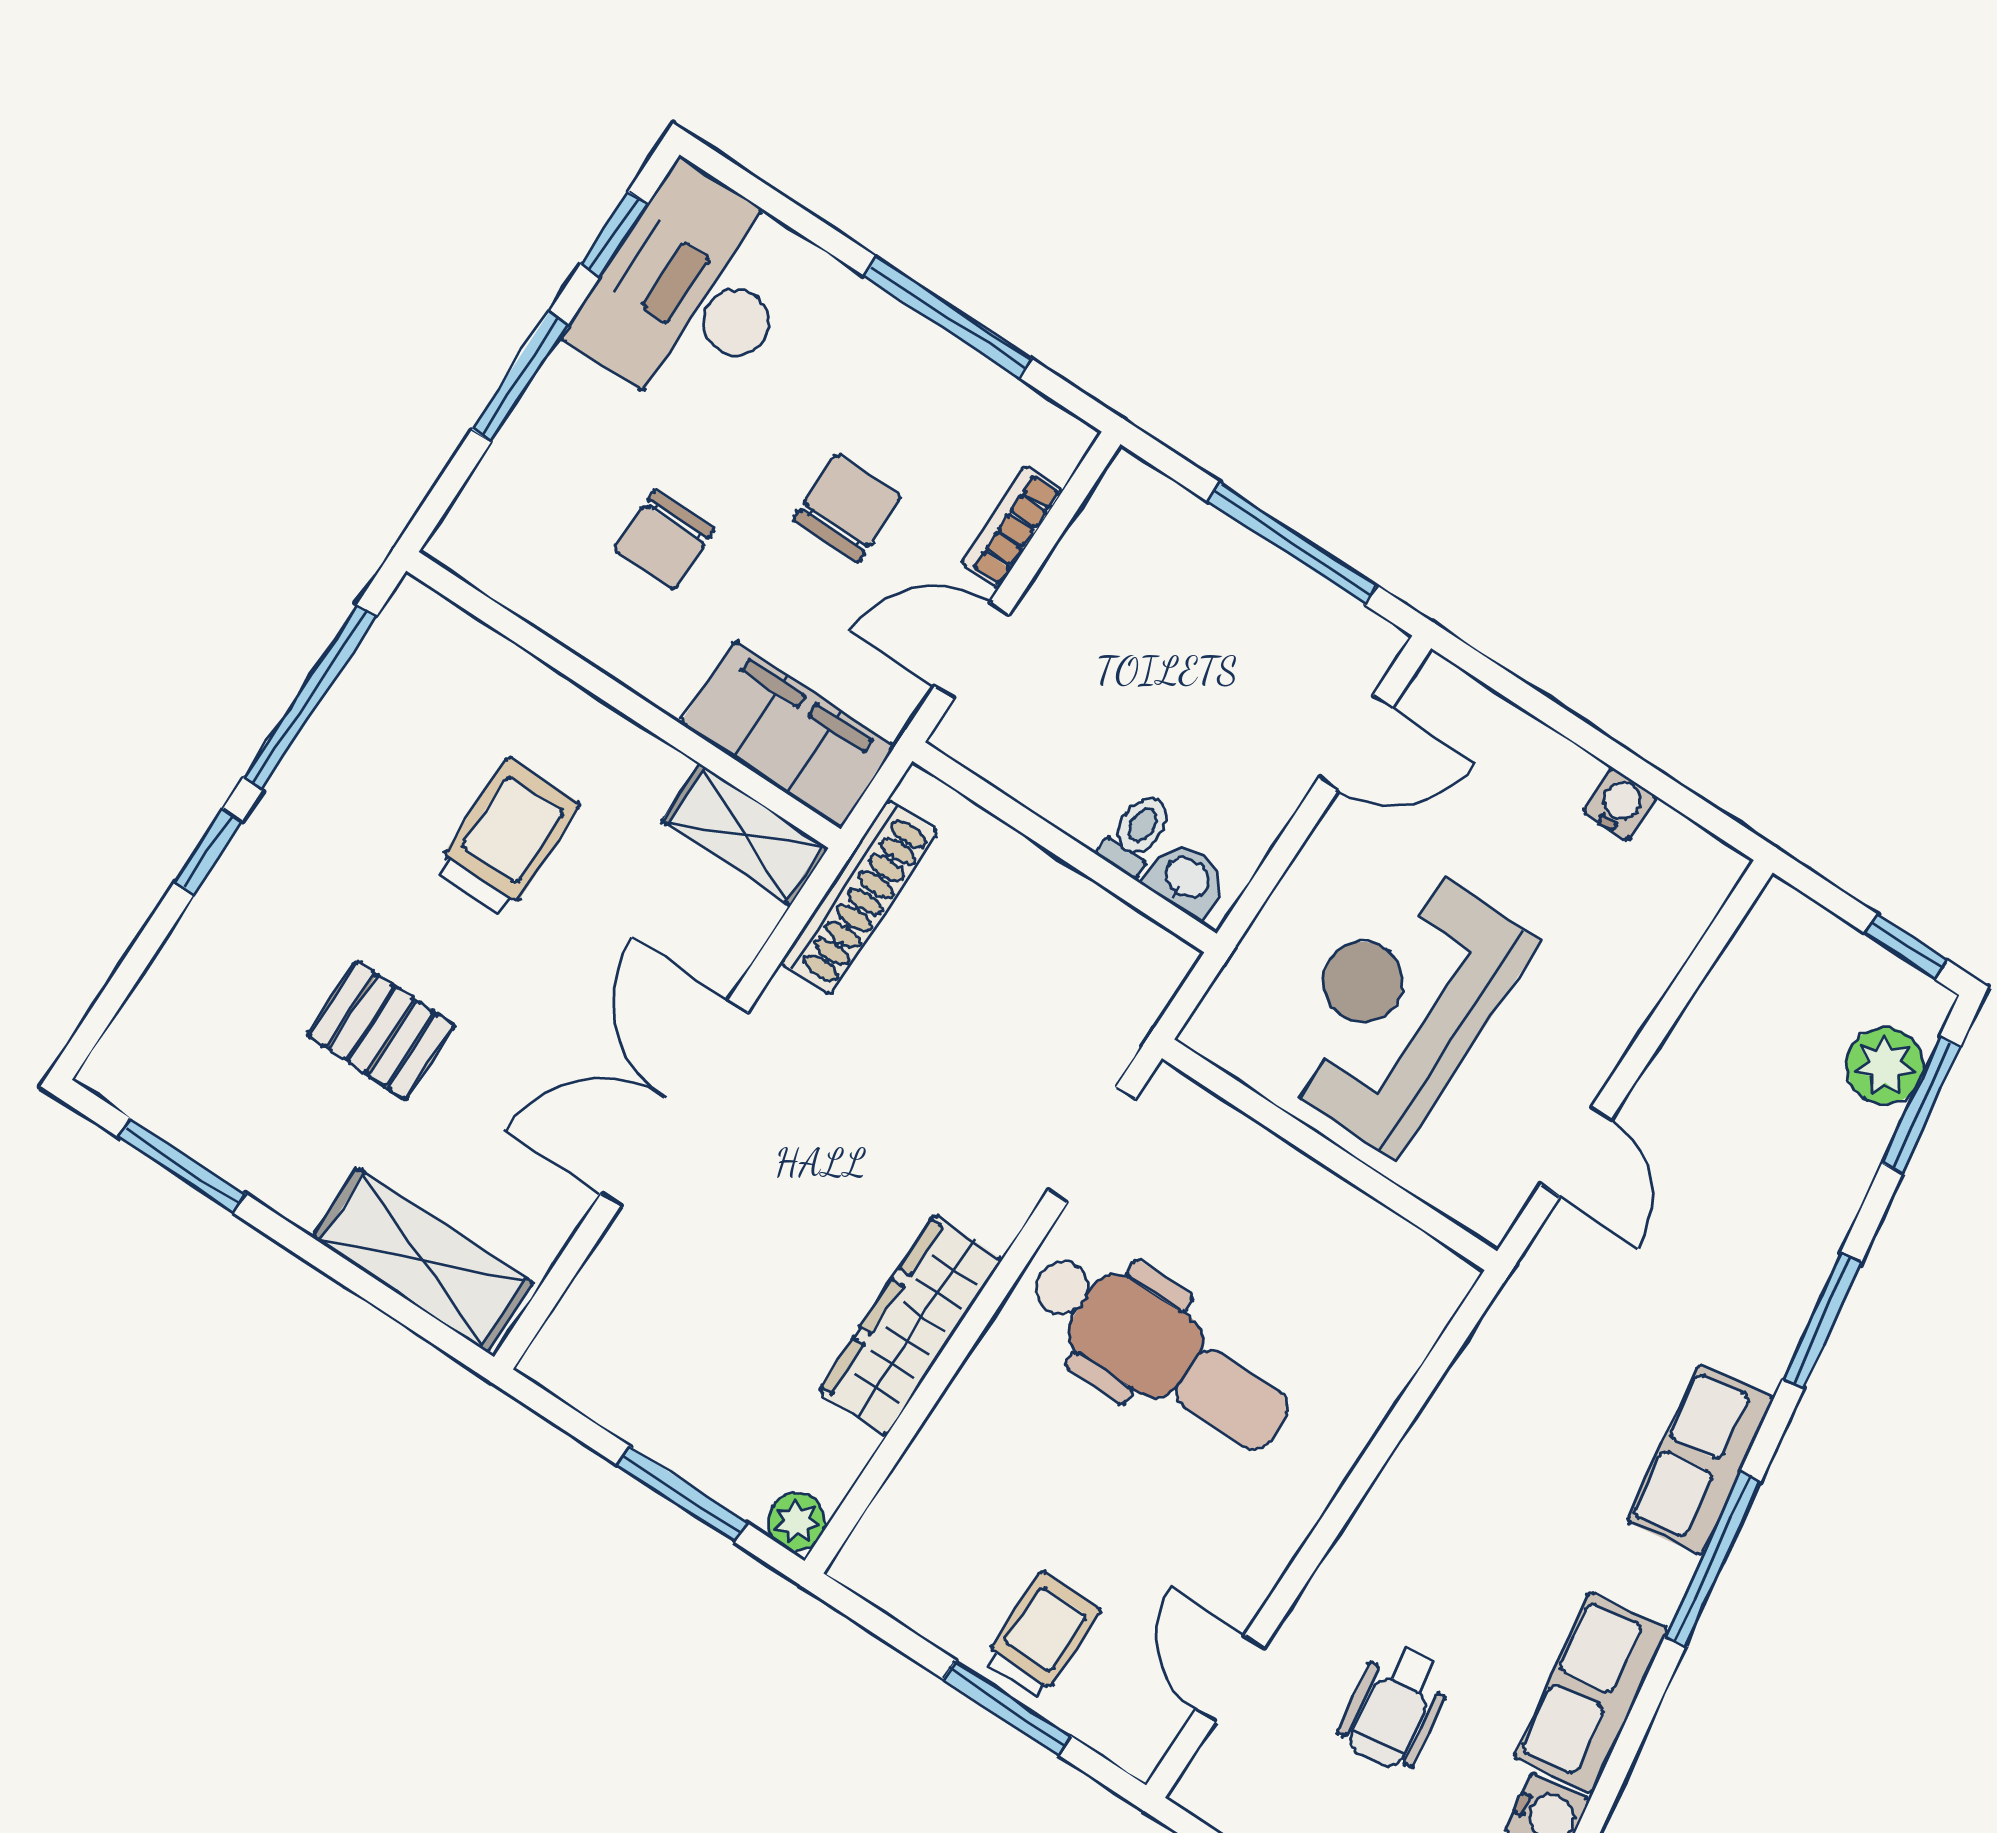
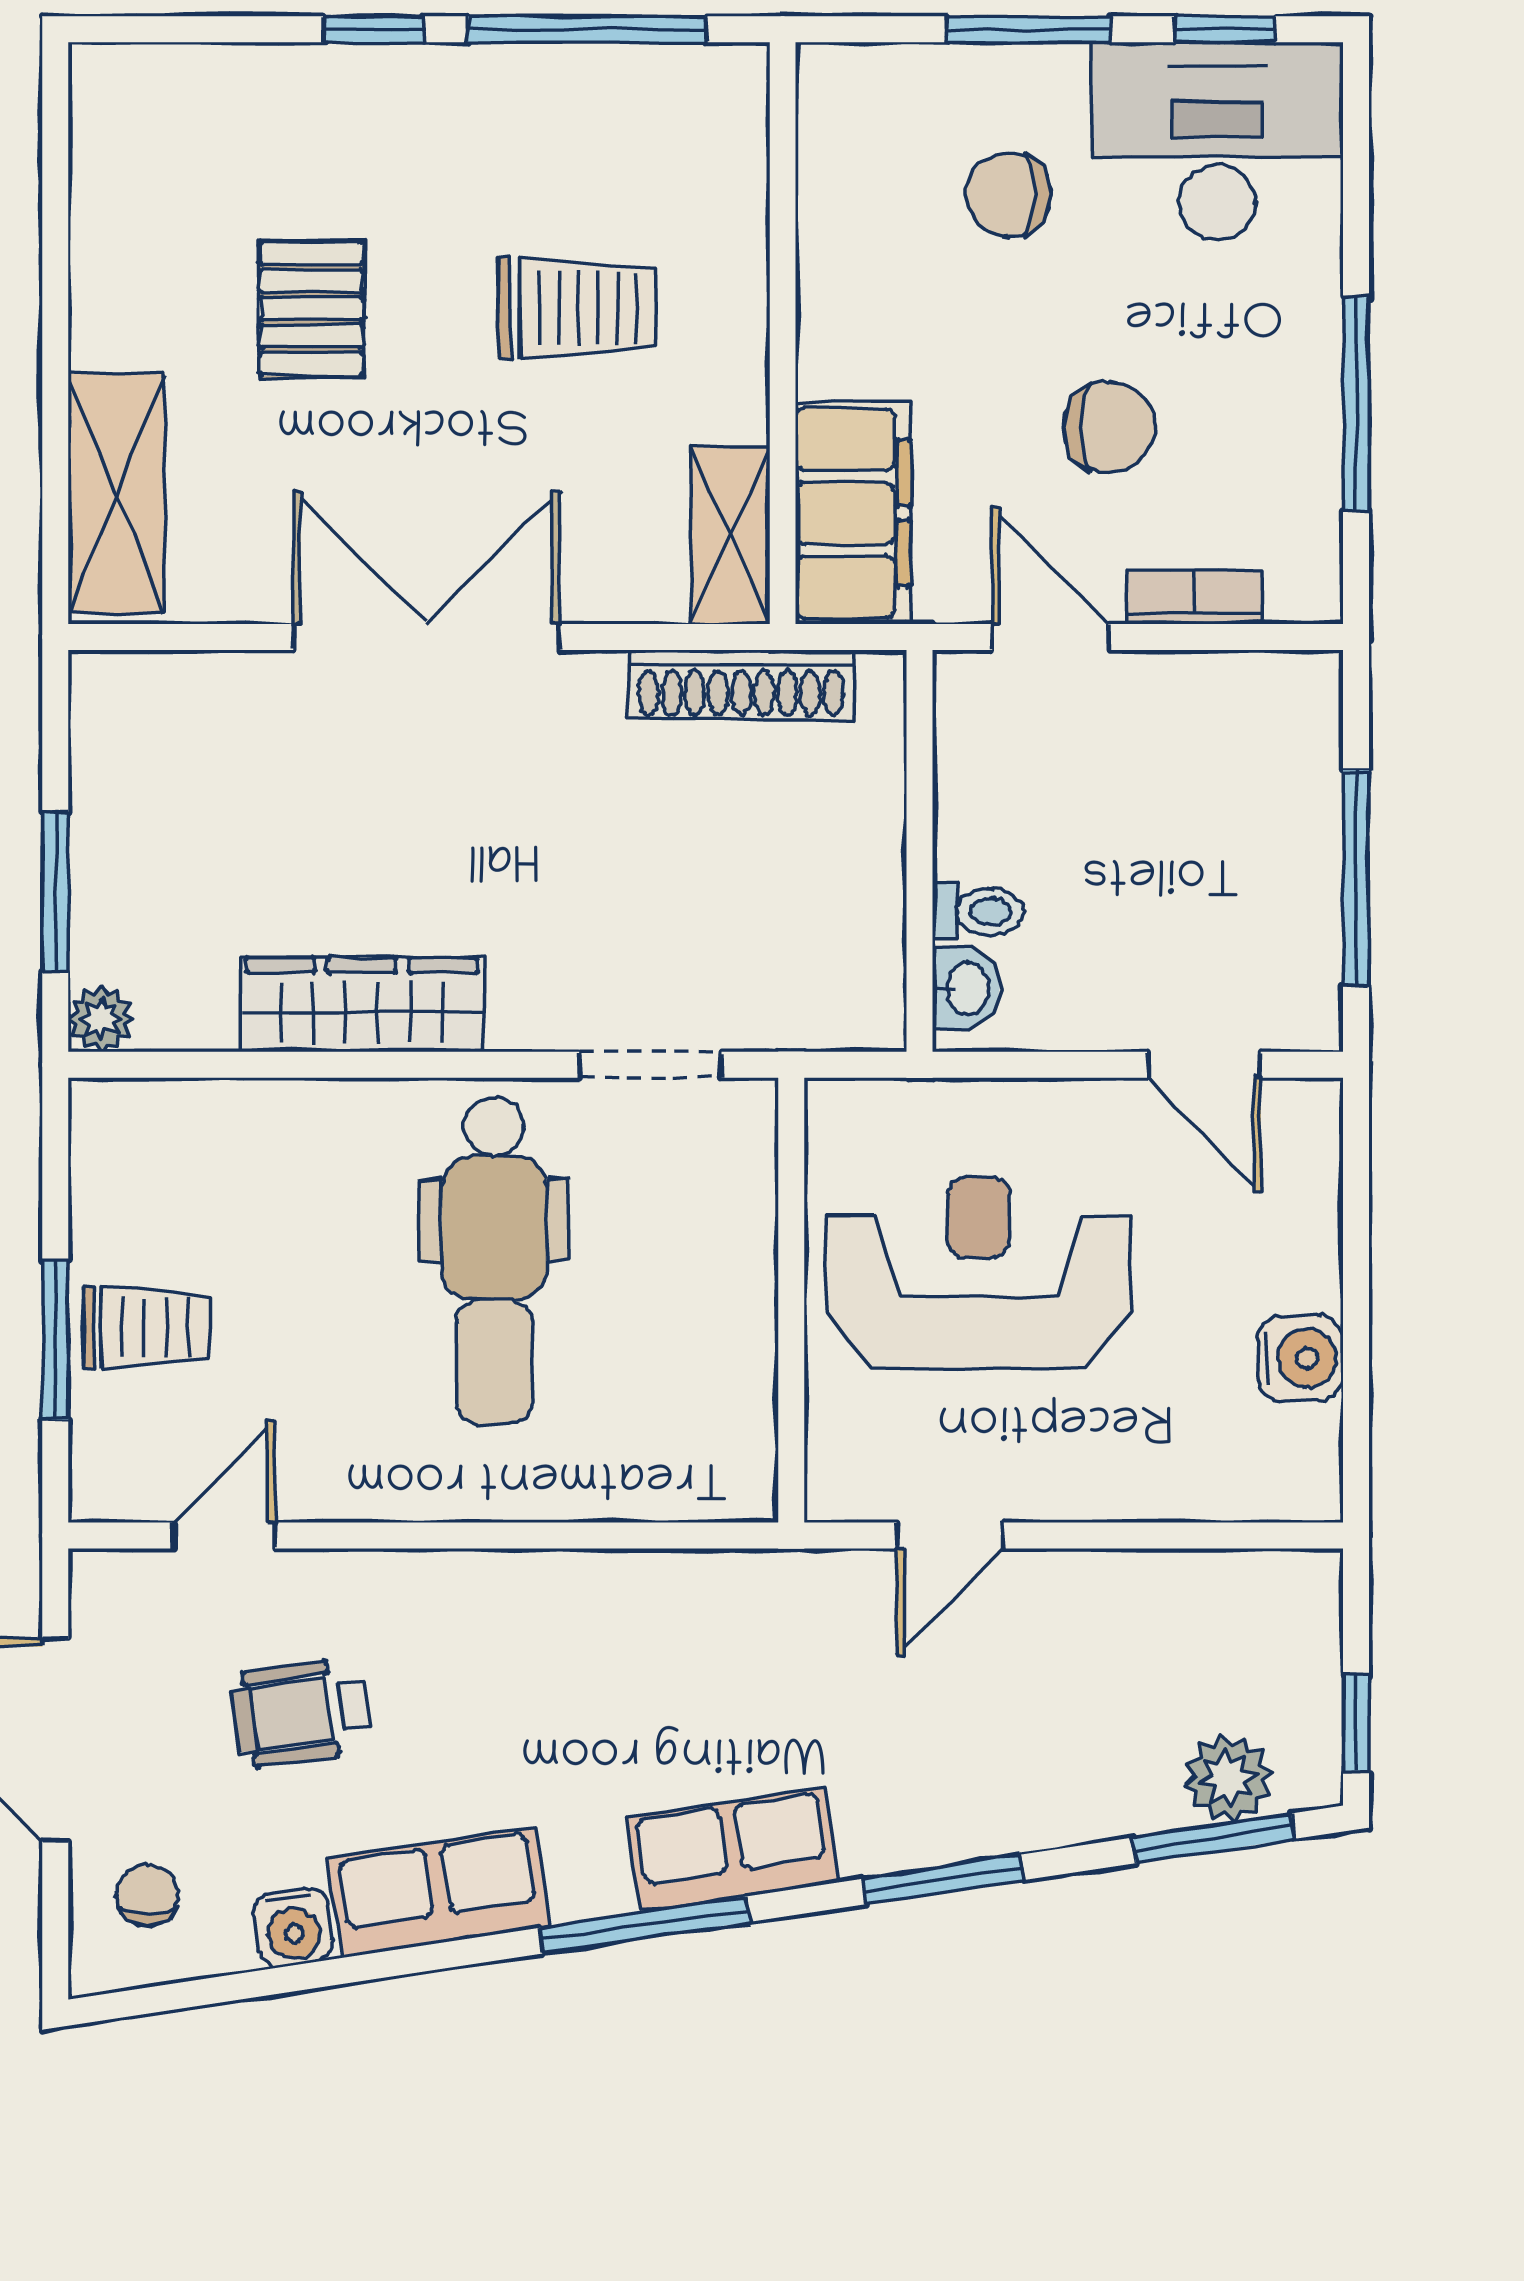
chair: (664, 540) -> (1009, 195), moved
water cooler: (1620, 804) -> (1300, 1358), width x1.38, depth x1.38
window: (182, 1166) -> (55, 203), removed

